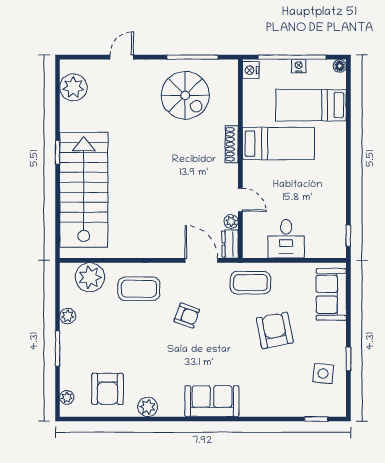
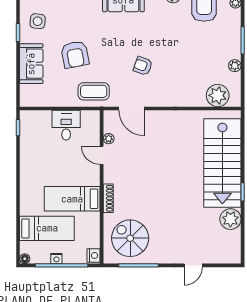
plant: (73, 87) -> (230, 219), moved
spiral stairs: (185, 95) -> (130, 238), moved
dresser: (230, 244) -> (109, 121), removed
coffee table: (139, 289) -> (180, 87), removed
sofa: (331, 294) -> (31, 64), moved

